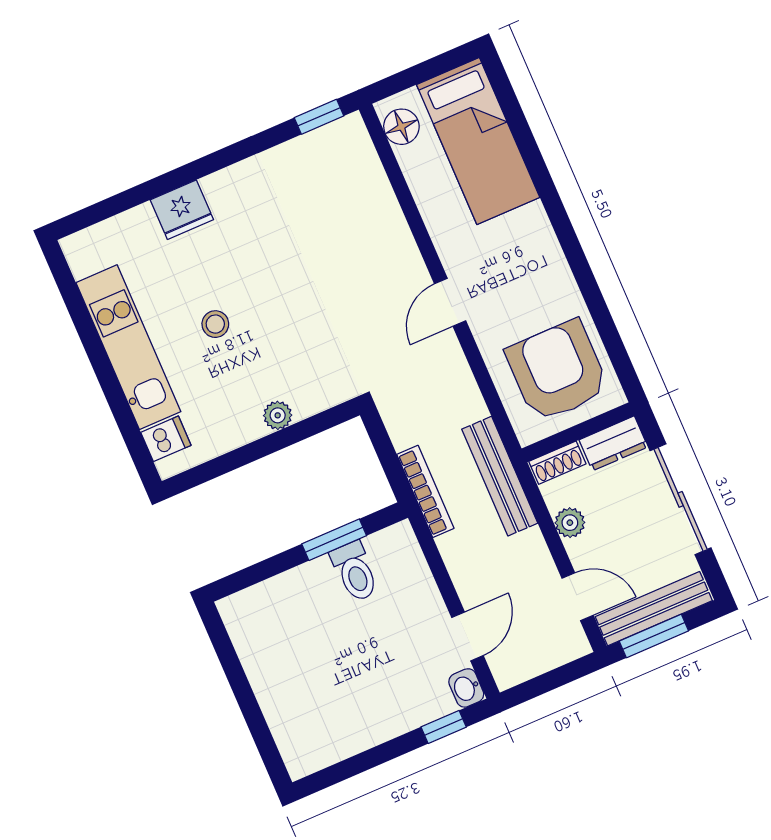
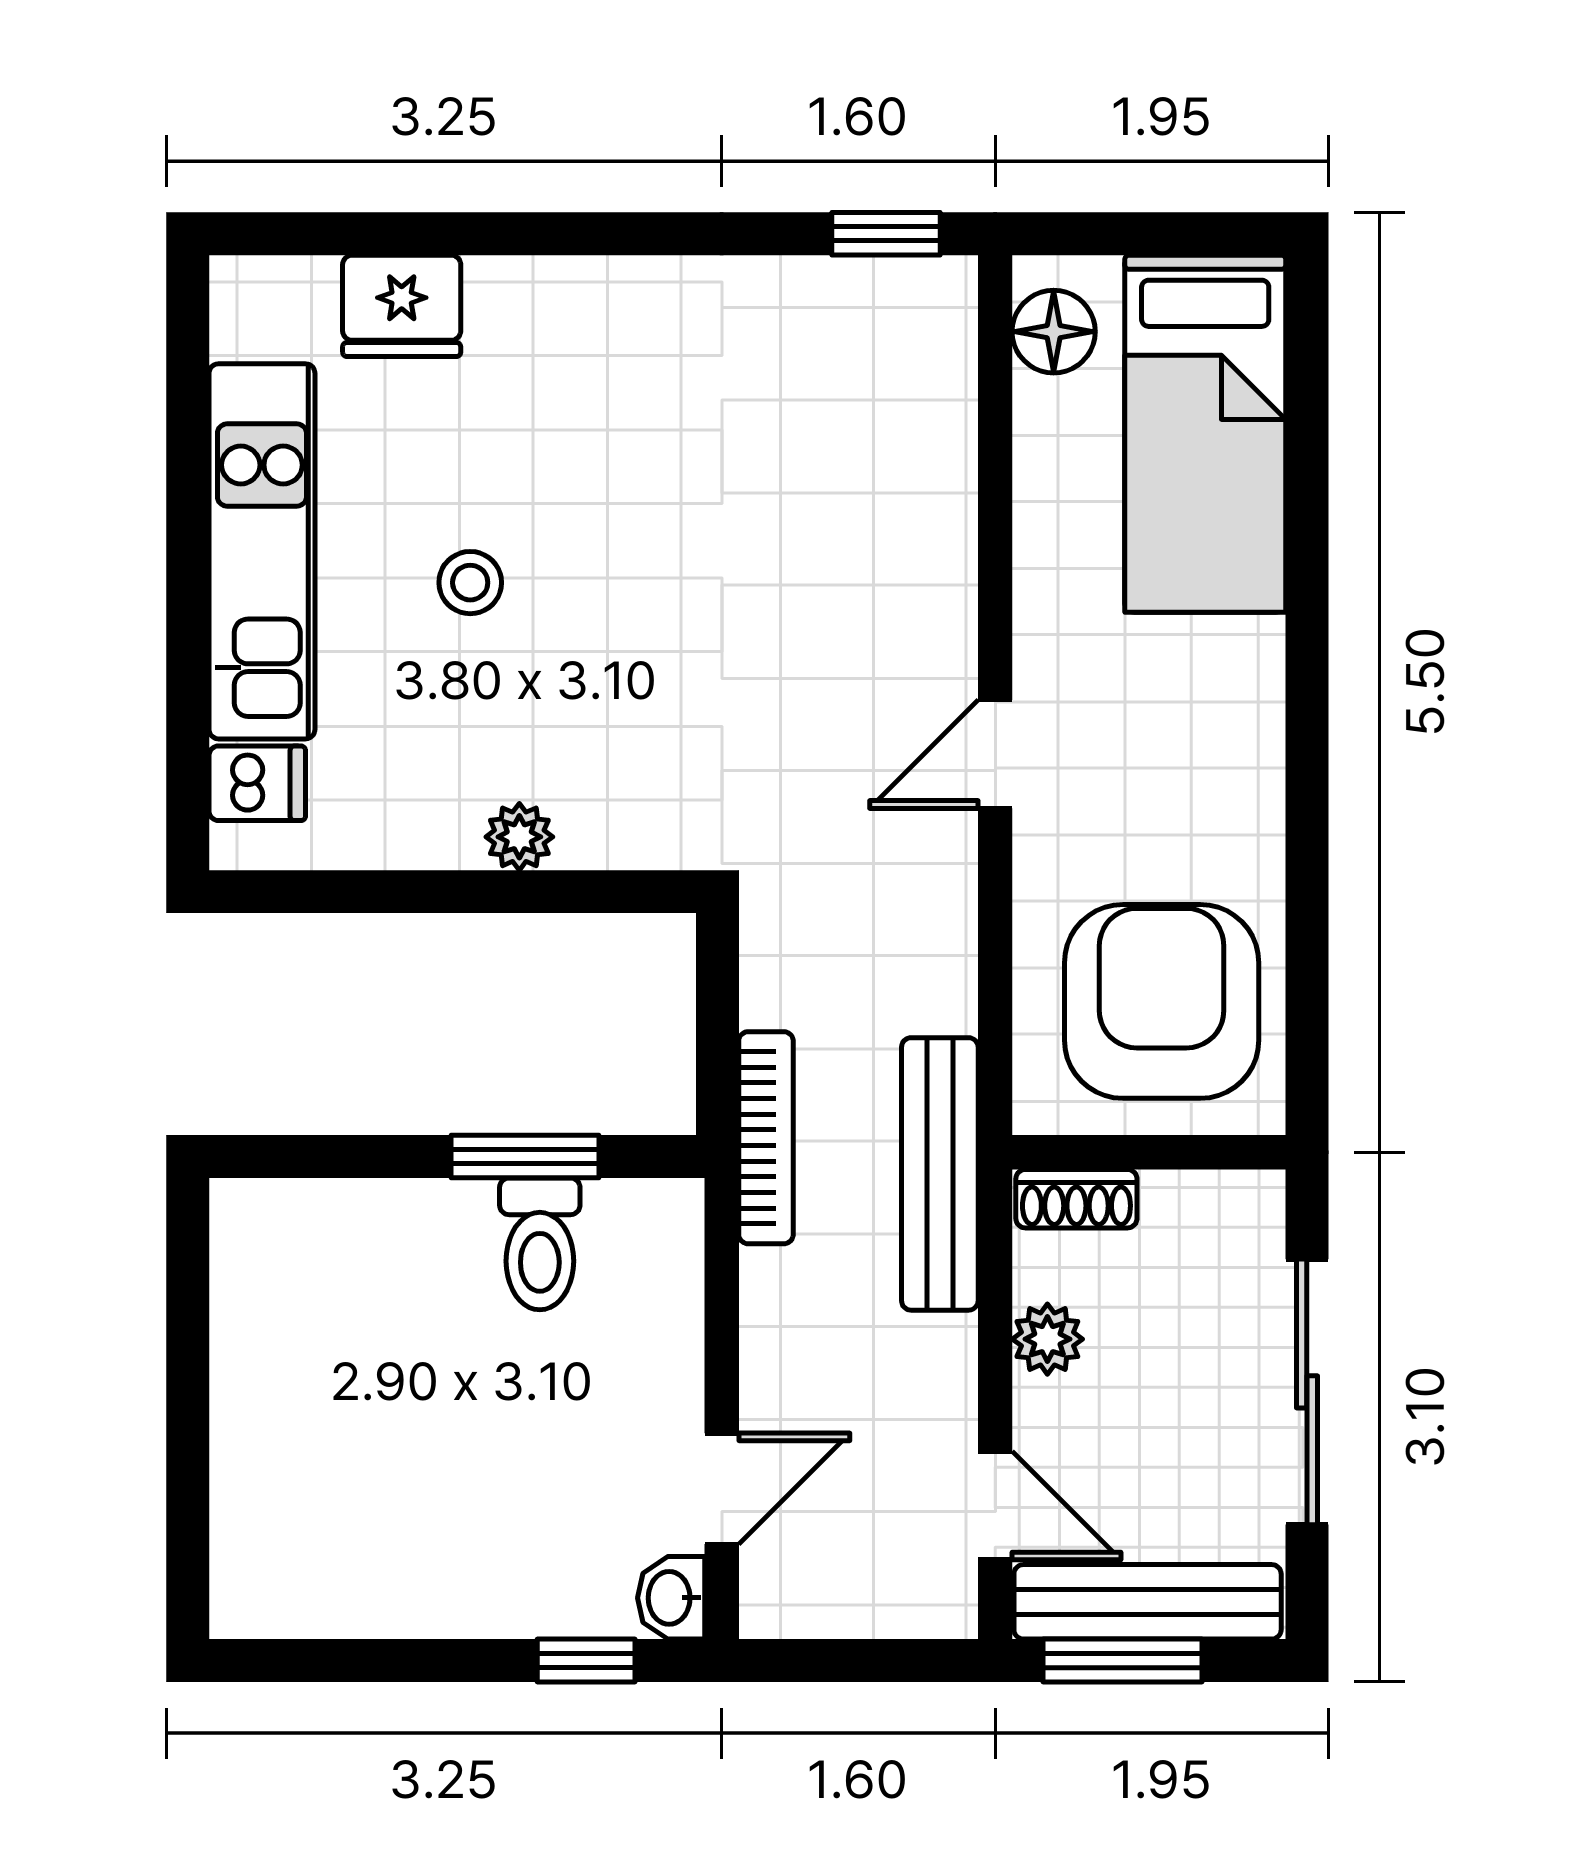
fridge: (182, 210) -> (402, 306), moved
dresser: (613, 443) -> (1215, 1209), removed

